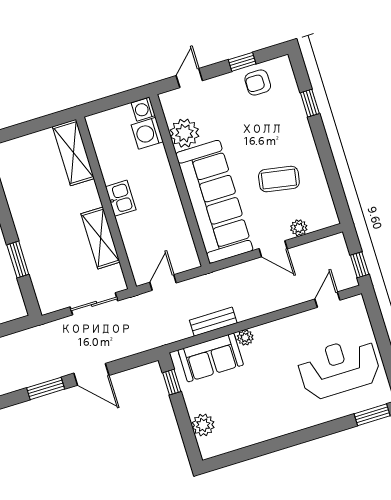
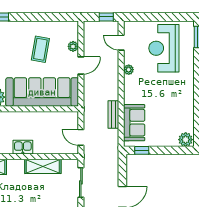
plant: (245, 338) -> (129, 70), moved
plant: (203, 425) -> (186, 140), moved

